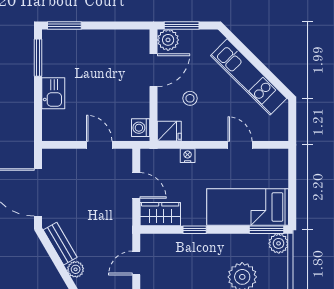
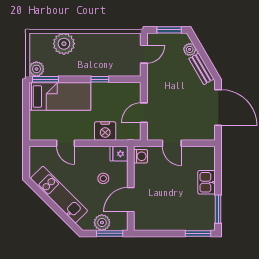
plant: (168, 40) -> (102, 223), moved
nightstand: (188, 156) -> (105, 131), width x1.89, depth x1.79
door: (136, 185) -> (144, 113), hinge flipped
wardrobe: (160, 214) -> (126, 91), removed

